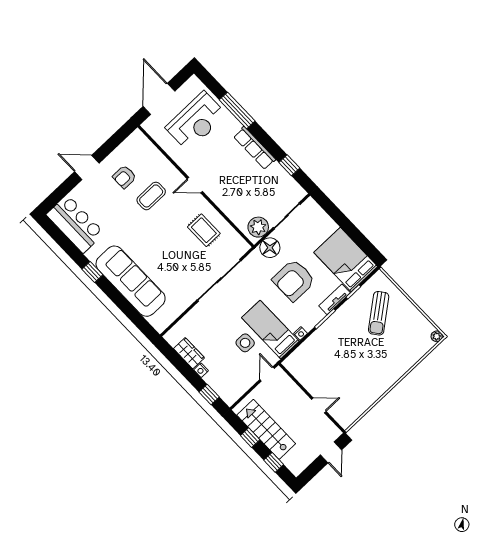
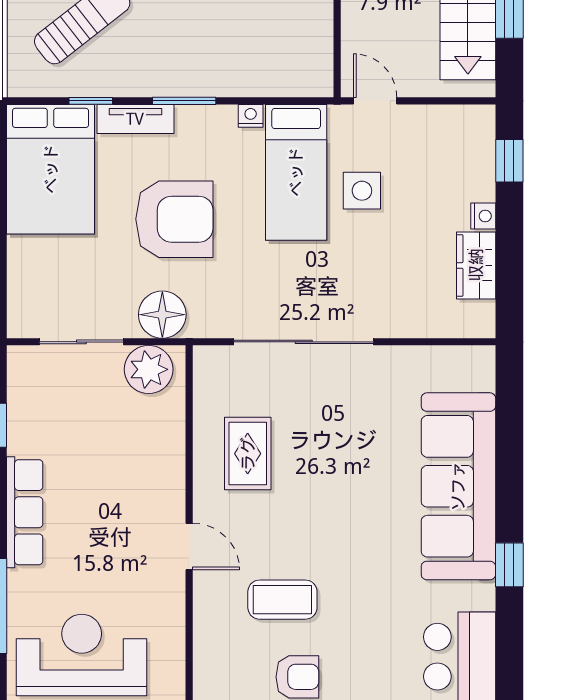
door: (267, 374) -> (375, 101), swing flipped

